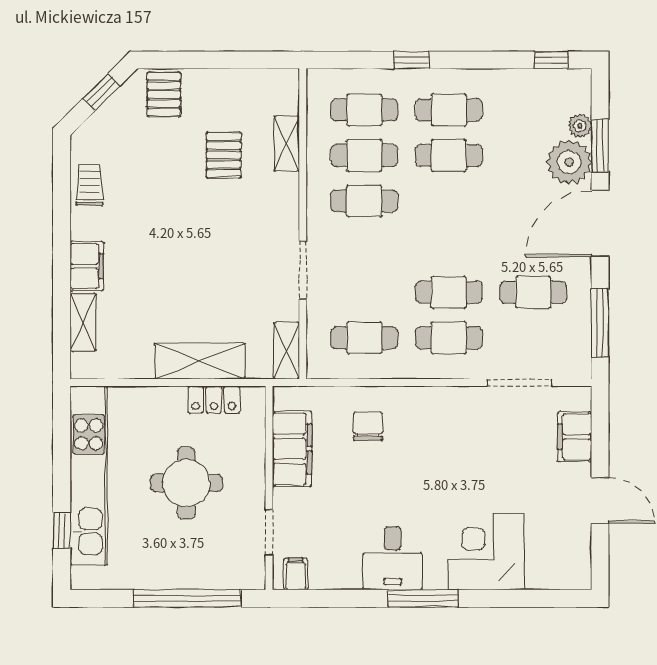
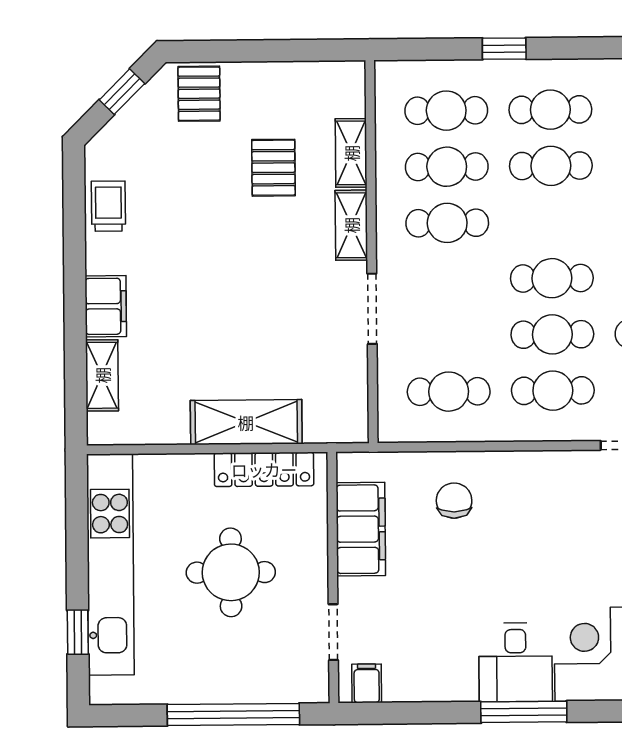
cafe table: (449, 247) -> (552, 278), added
shelving: (286, 351) -> (351, 225), moved
locker: (214, 400) -> (264, 469), width x1.53
desk: (393, 558) -> (516, 662), moved

